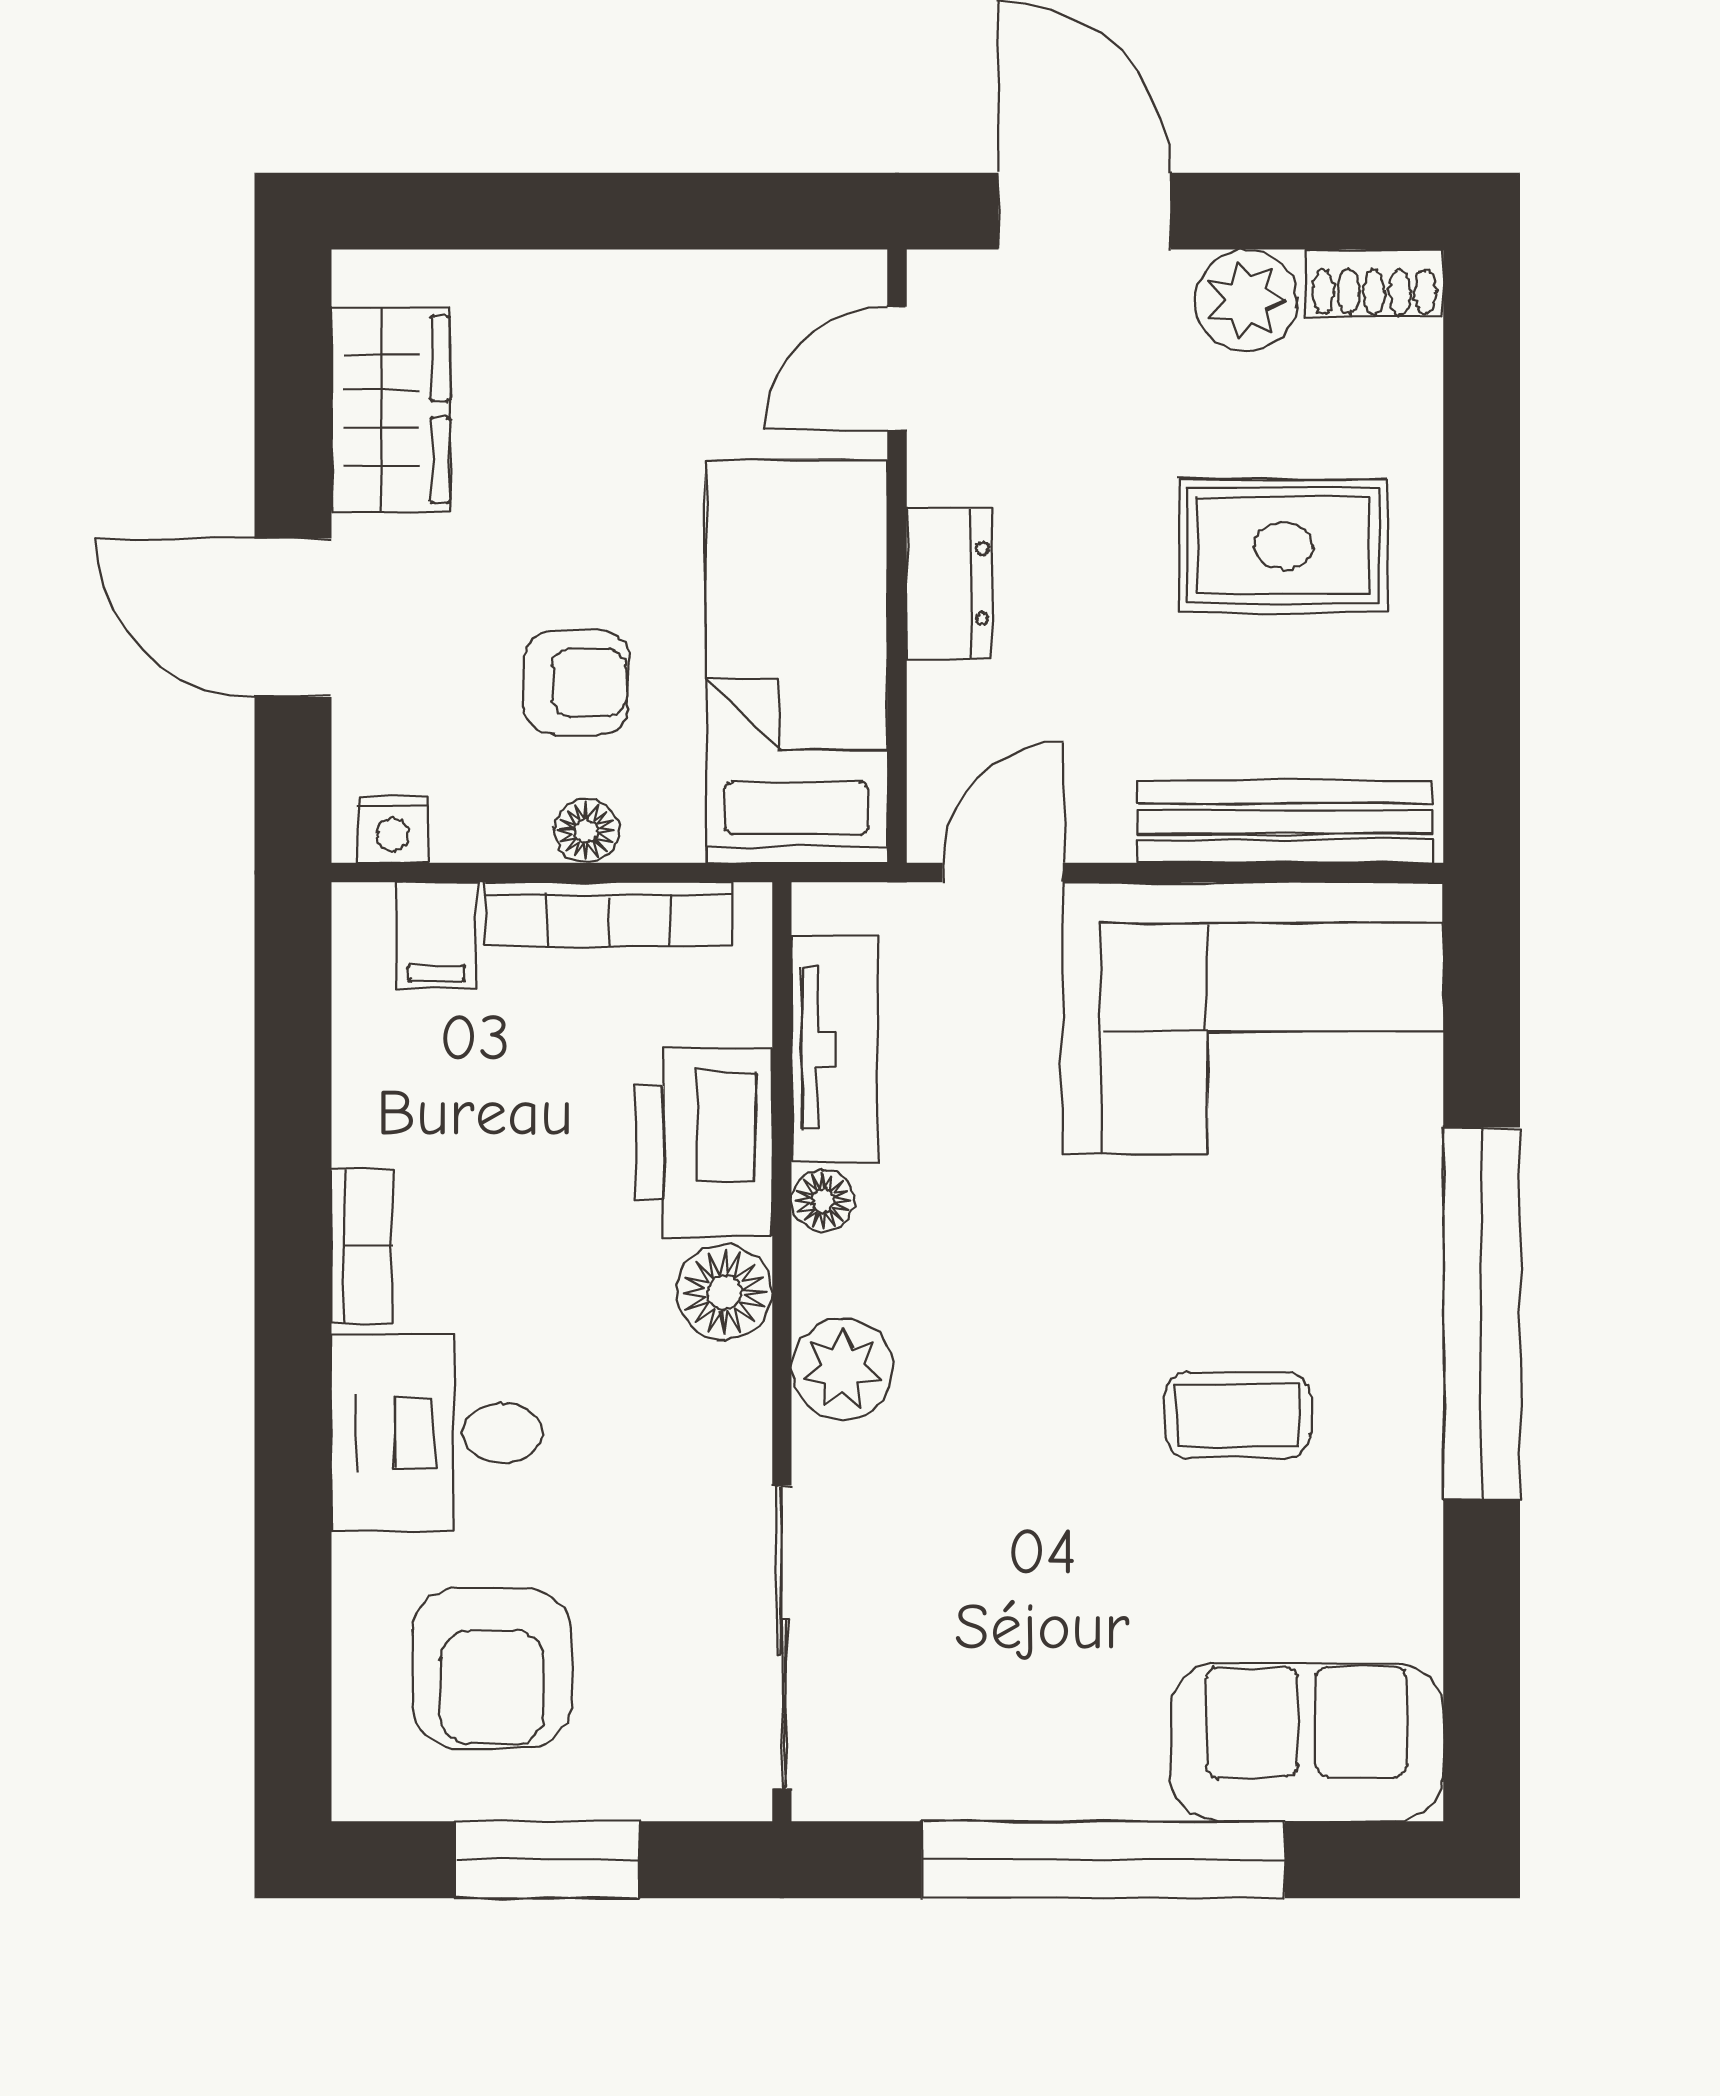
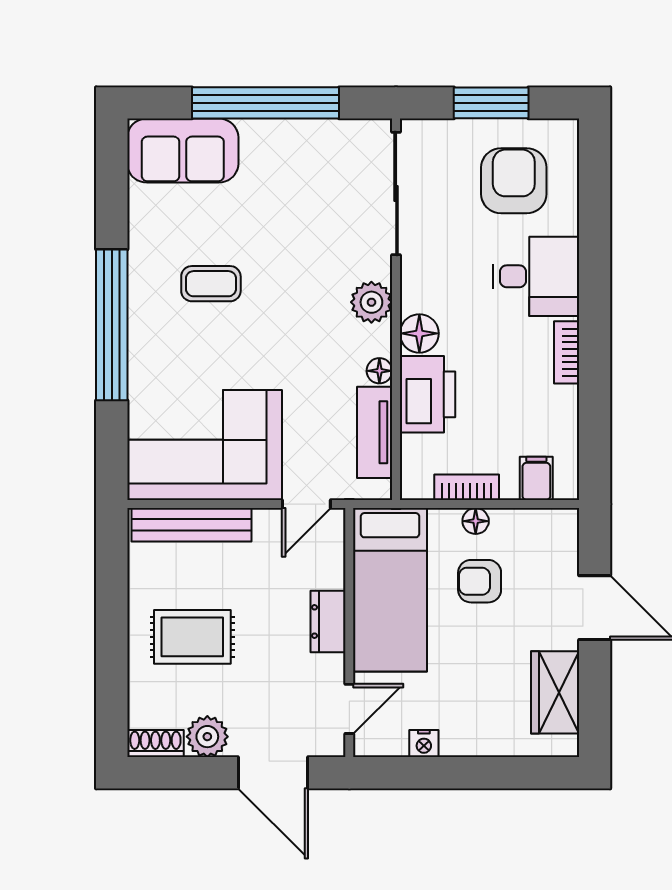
nightstand: (393, 829) -> (424, 744), moved, turned 180
bookcase: (608, 914) -> (467, 487), width x0.64

